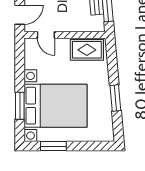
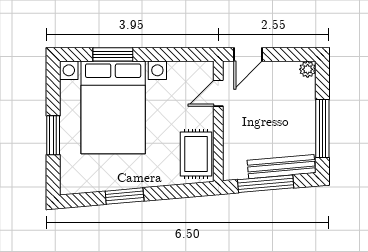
door: (20, 15) -> (248, 54), hinge flipped
window: (53, 146) -> (53, 135), moved

